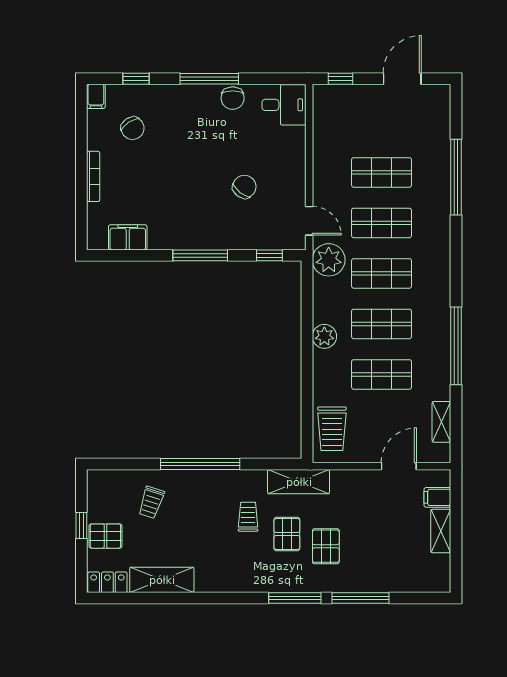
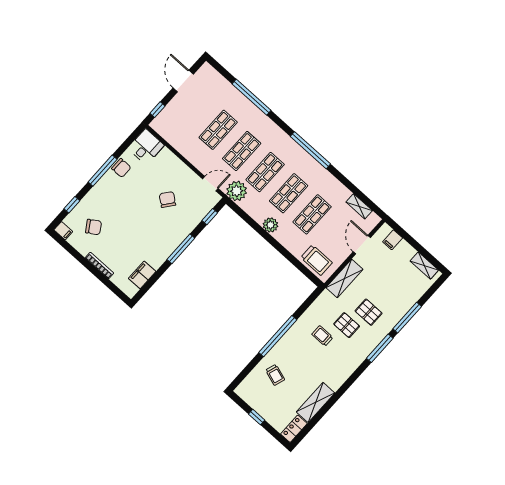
window: (456, 346) -> (310, 150), moved
shelving: (299, 482) -> (344, 279), moved
shelving: (441, 531) -> (424, 266), moved
pallet: (105, 536) -> (272, 410), removed

